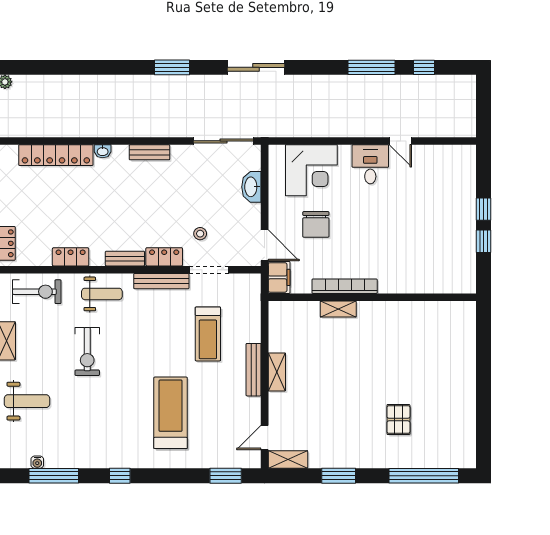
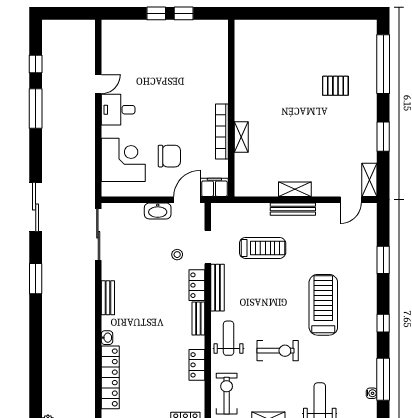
washbasin: (251, 187) -> (158, 211), moved
treadmill: (171, 413) -> (323, 305), moved, turned 90
door: (265, 437) -> (351, 200), hinge flipped
window: (226, 476) -> (383, 260), moved

